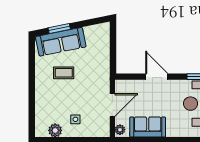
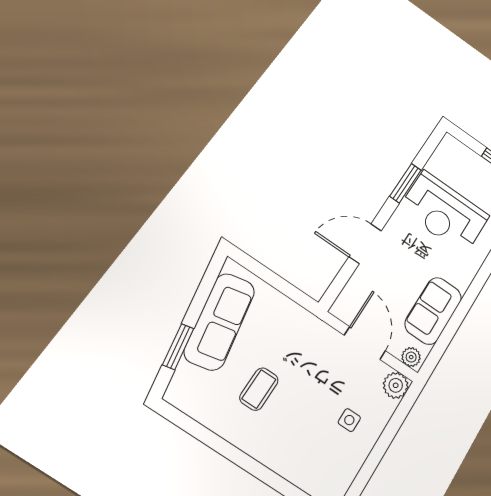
sofa: (61, 42) -> (220, 321), moved
plant: (55, 130) -> (396, 385), moved

